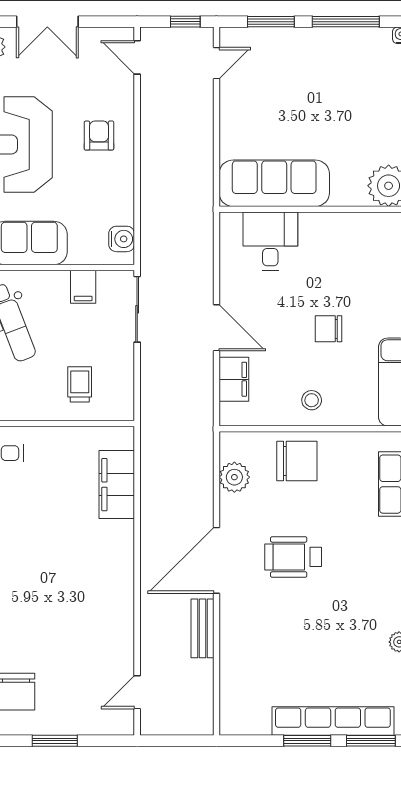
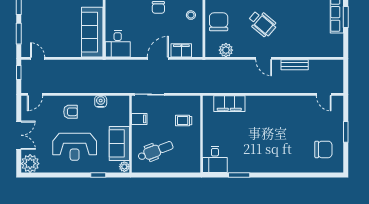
armchair: (99, 136) -> (71, 112), turned 180
water cooler: (122, 239) -> (101, 101), moved
desk: (270, 241) -> (118, 44), moved, turned -90
wheelchair: (293, 557) -> (262, 23), turned -50
door: (216, 560) -> (264, 58), width x0.53

